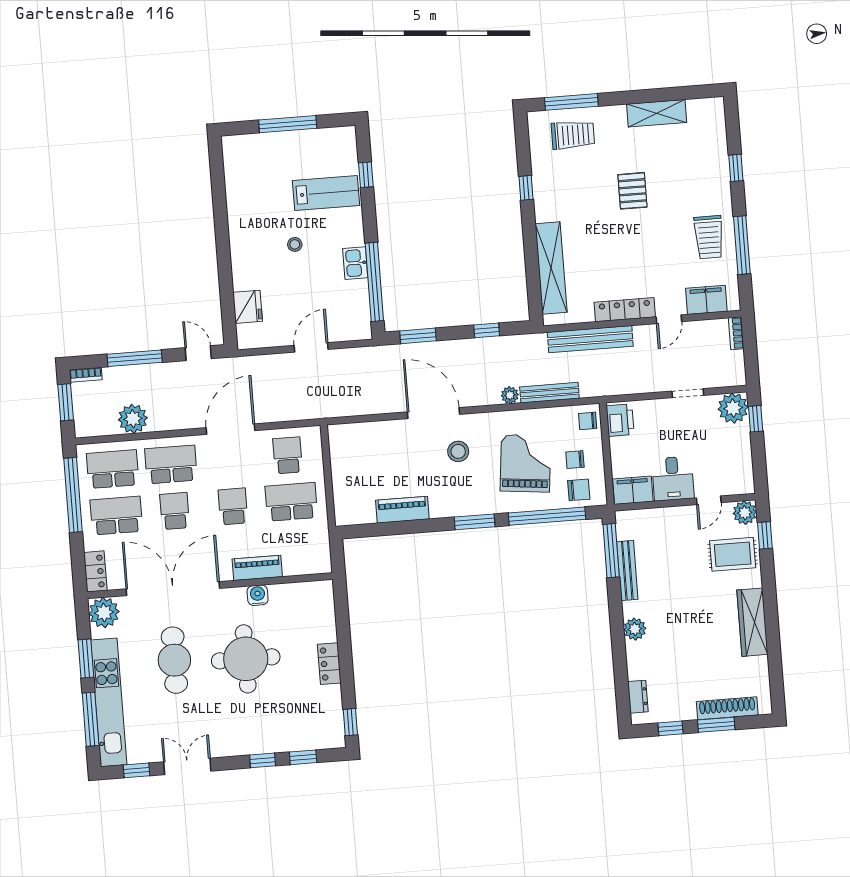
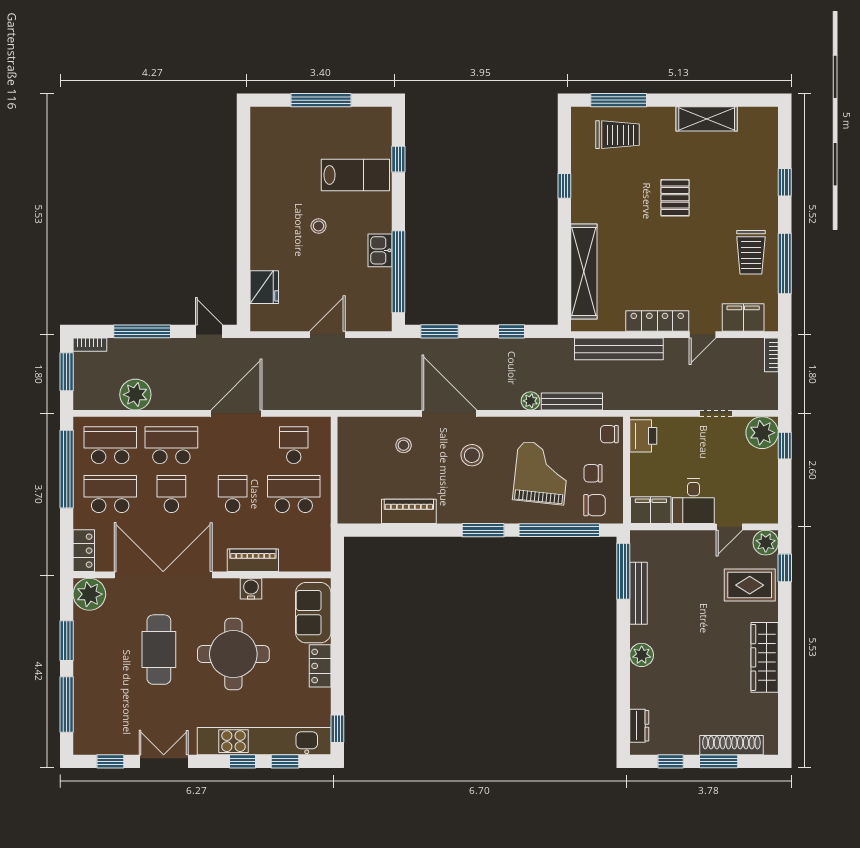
stool: (392, 447) -> (404, 445), added
sofa: (319, 613) -> (313, 613), added
kitchen unit: (109, 702) -> (264, 741), moved, turned -90

